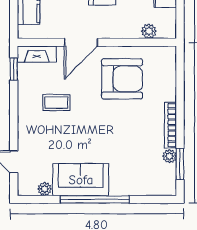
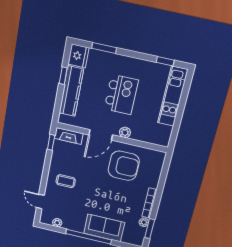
plant: (149, 31) -> (125, 132), moved
coffee table: (56, 103) -> (66, 181), moved
sofa: (81, 180) -> (104, 228), moved

